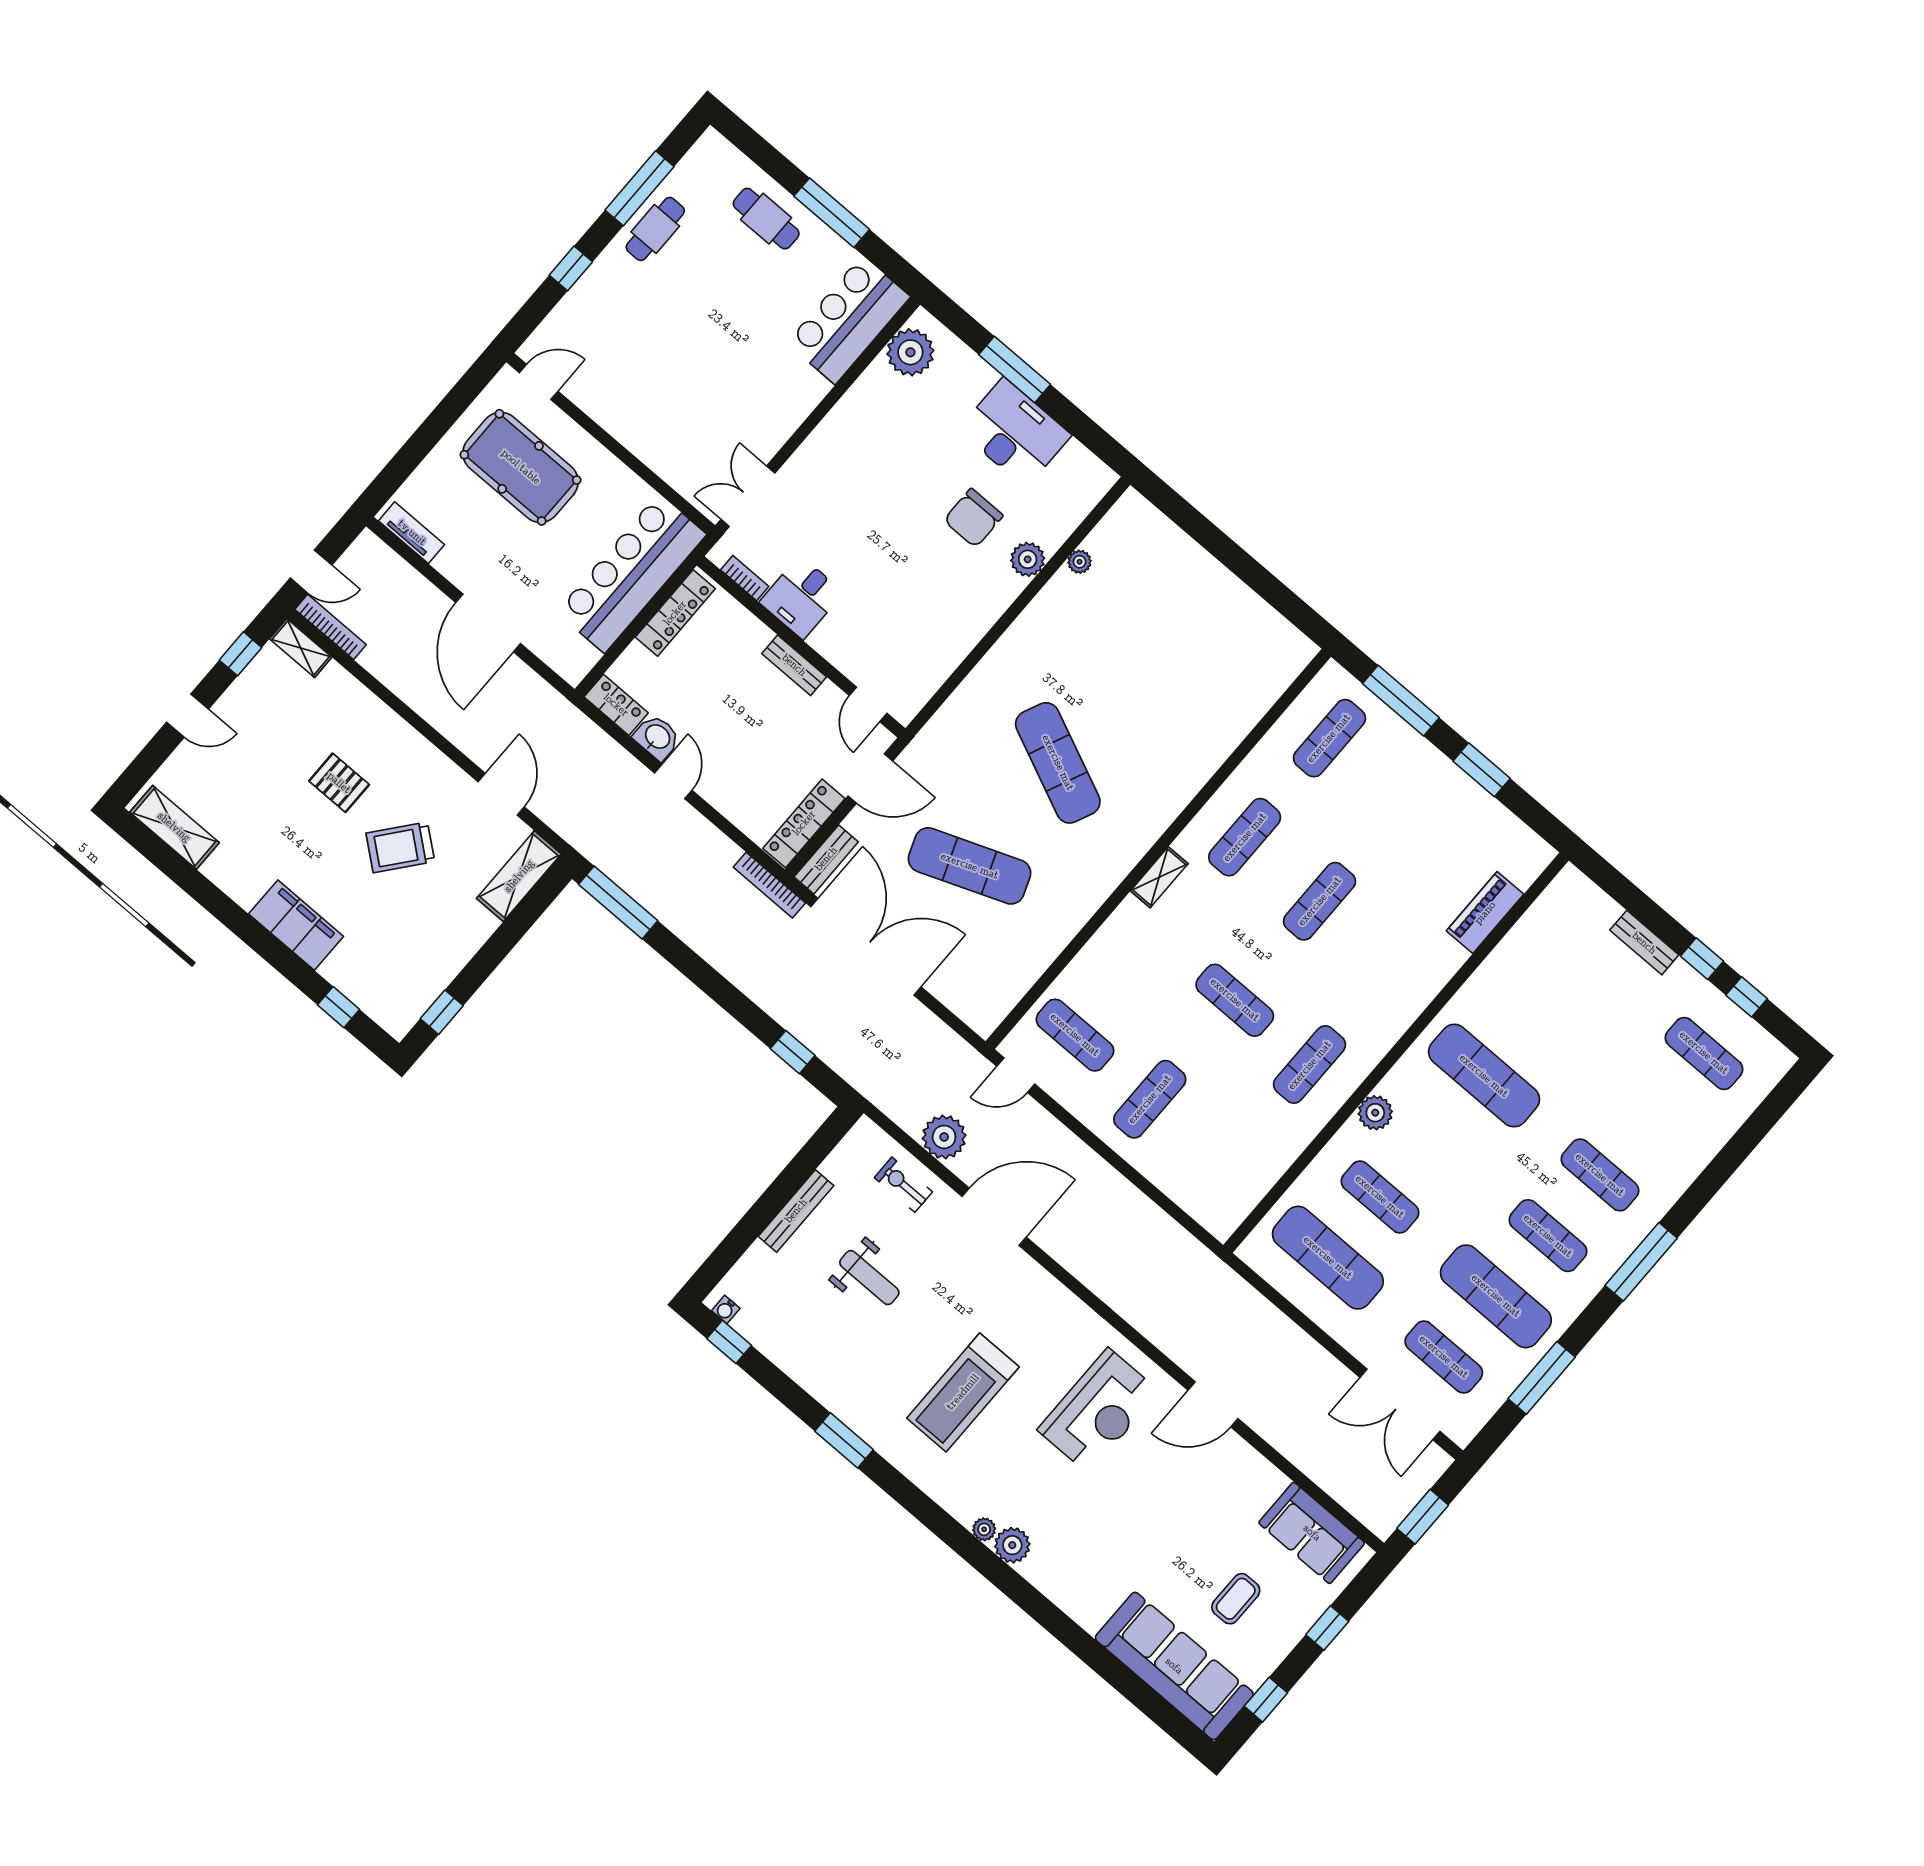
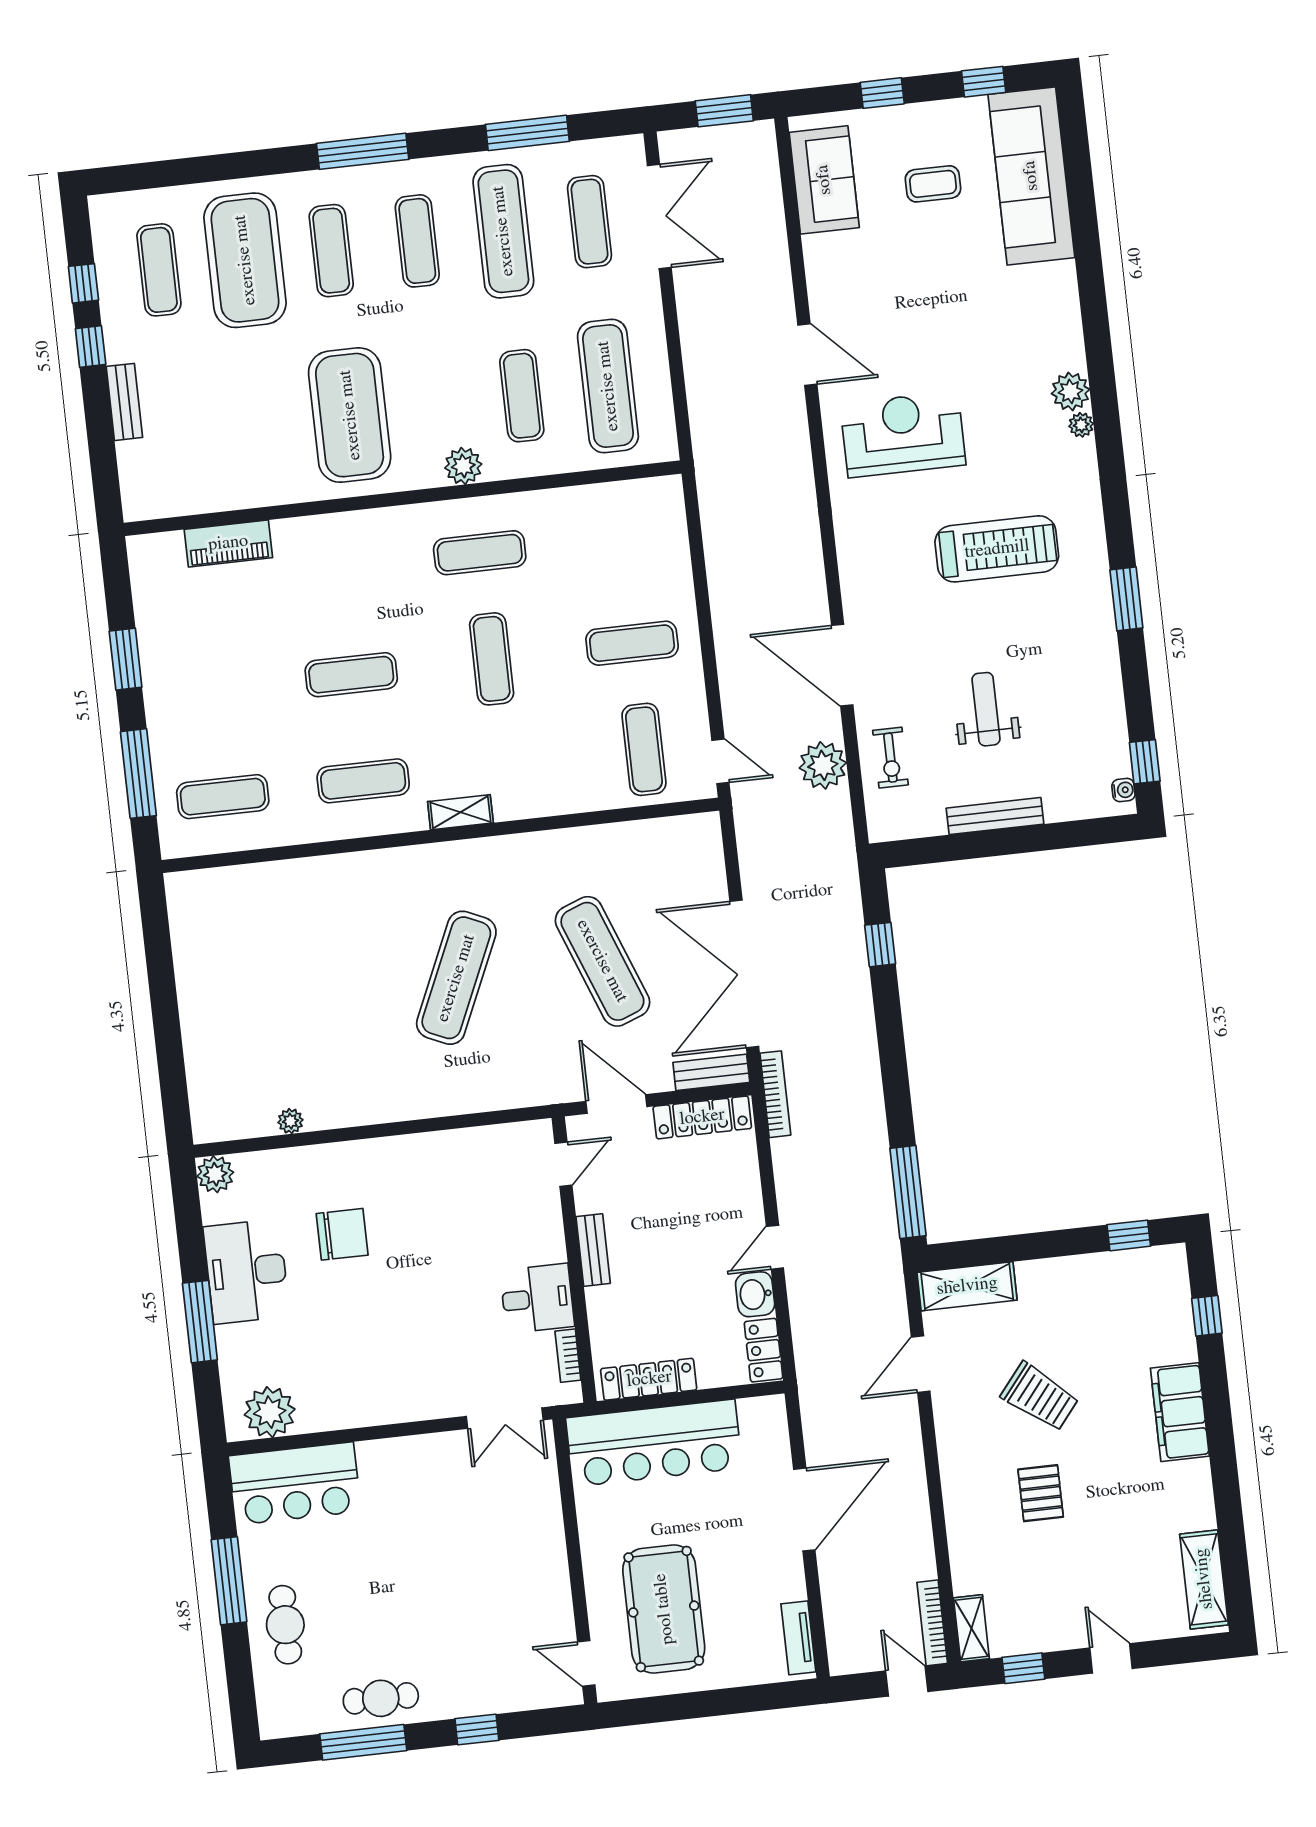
plant: (1028, 559) -> (215, 1174), moved
exercise mat: (1484, 1076) -> (350, 415), width x1.47
exercise mat: (1652, 1114) -> (245, 260), added

